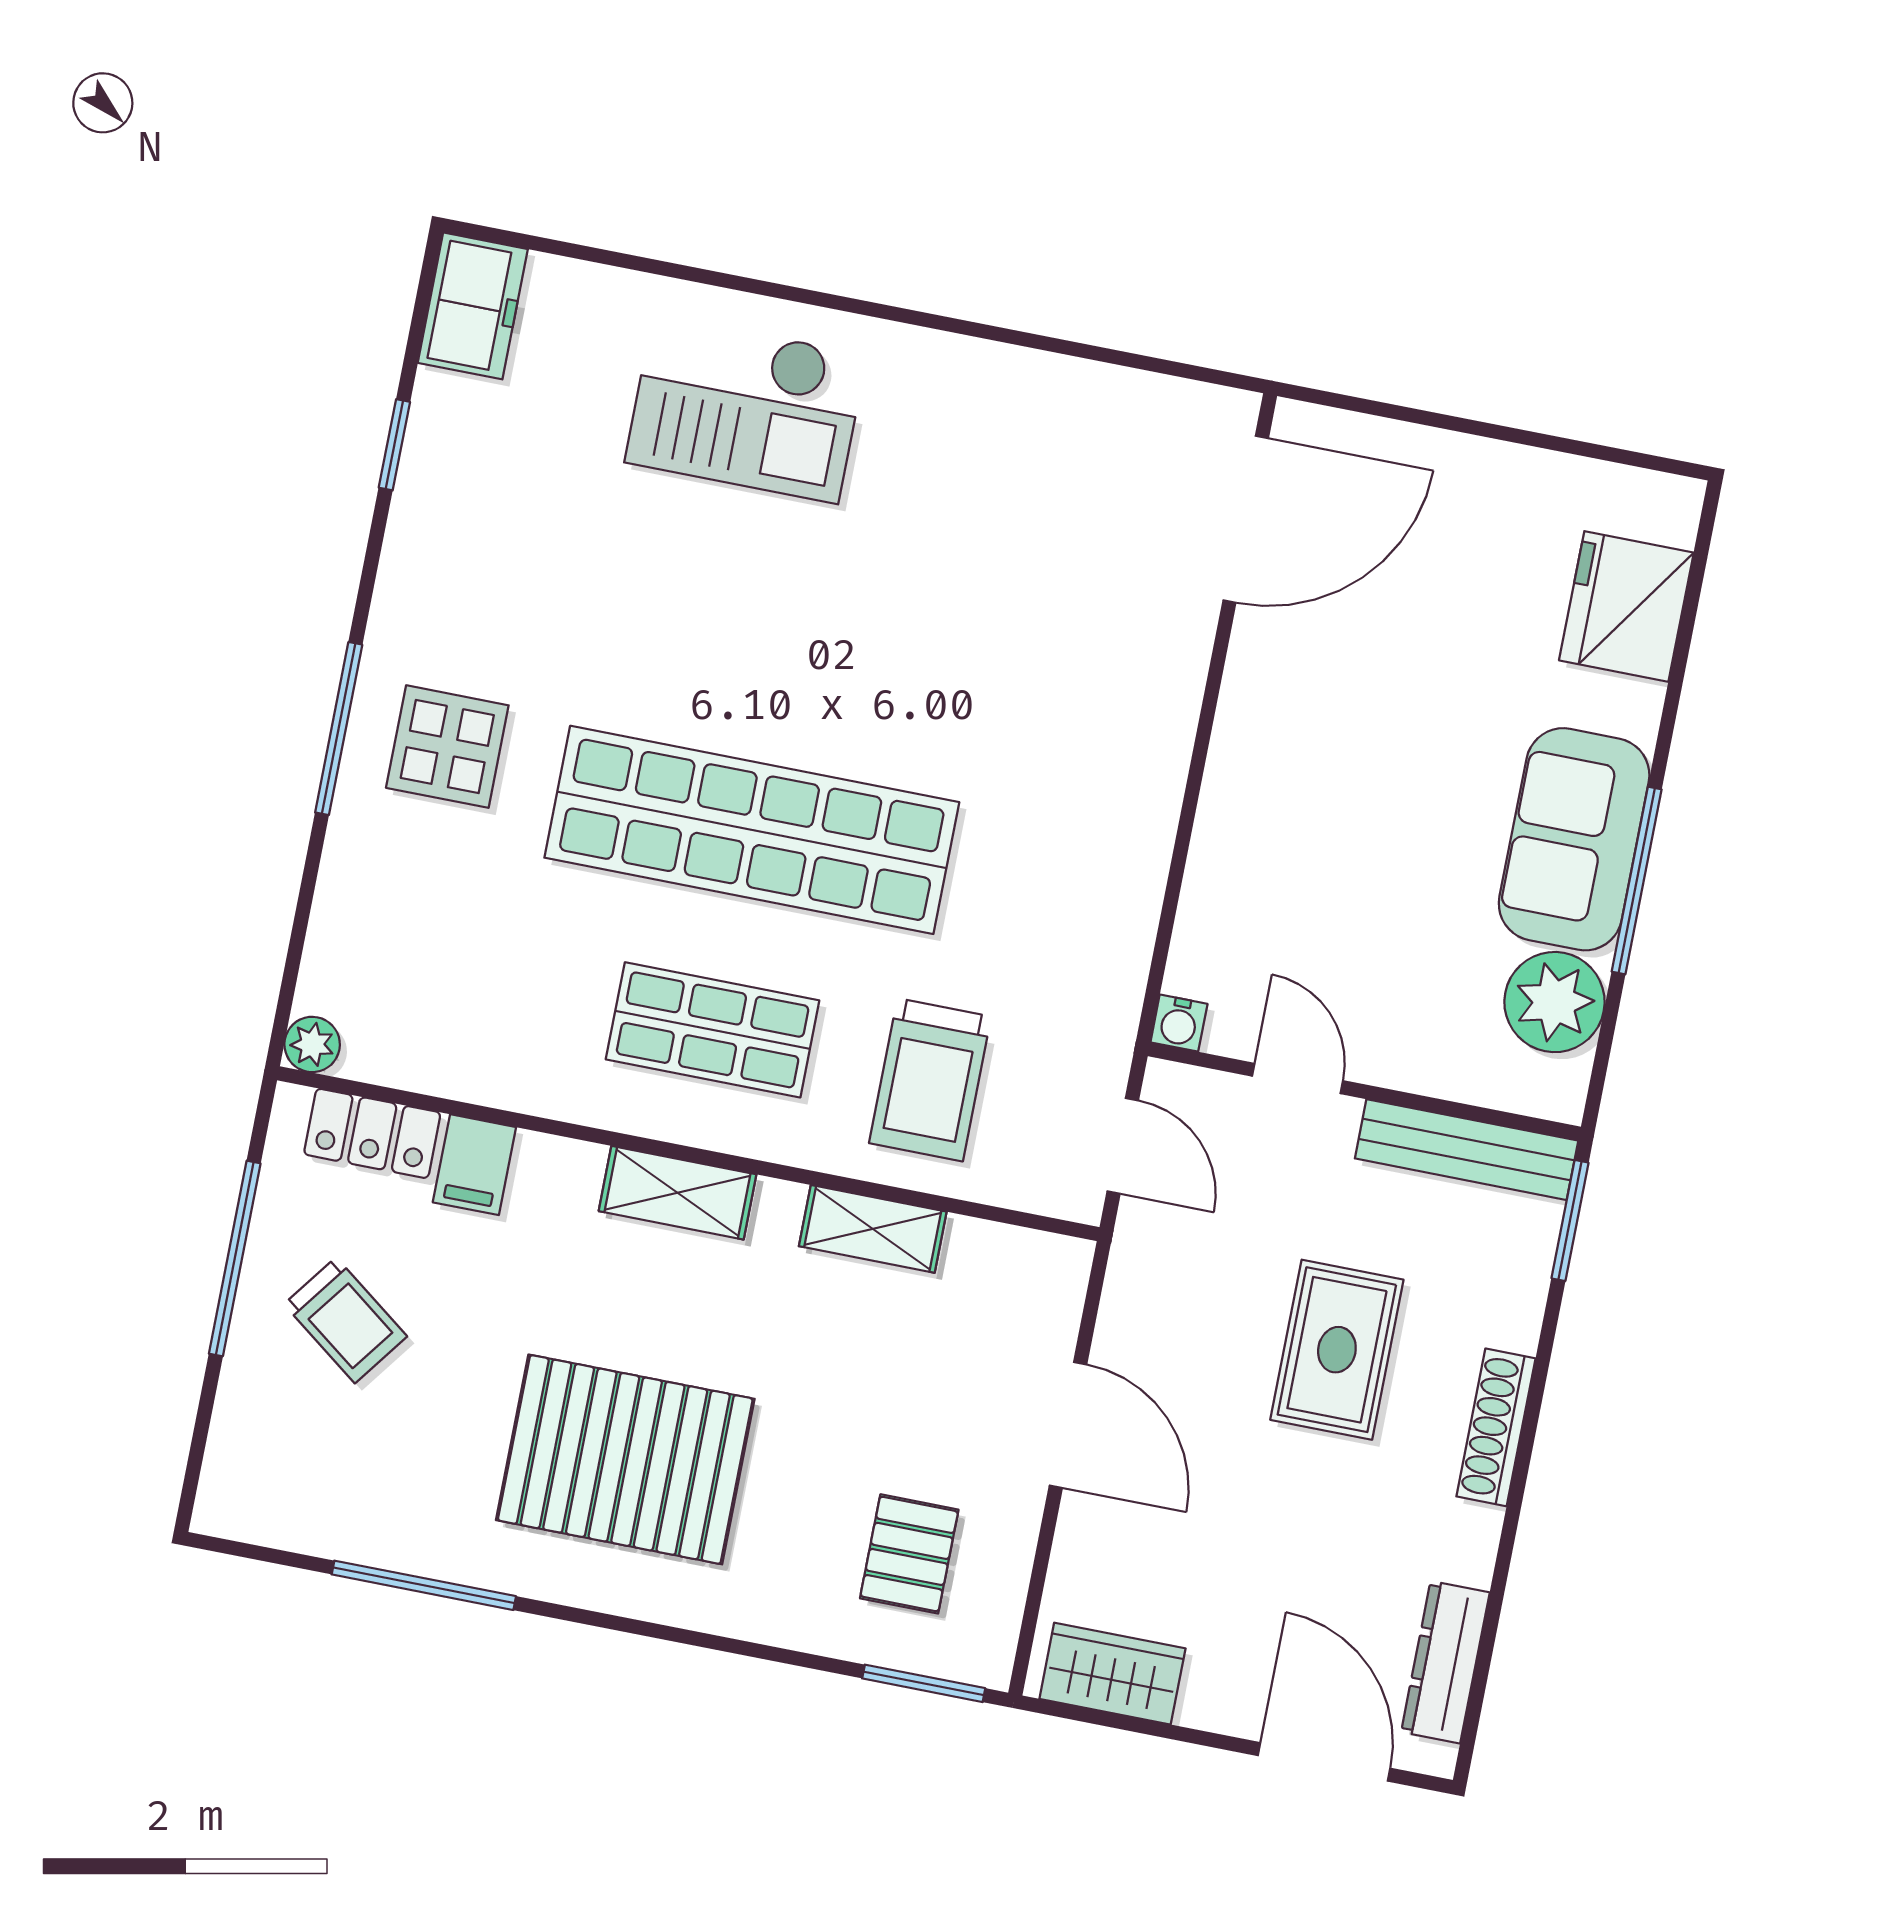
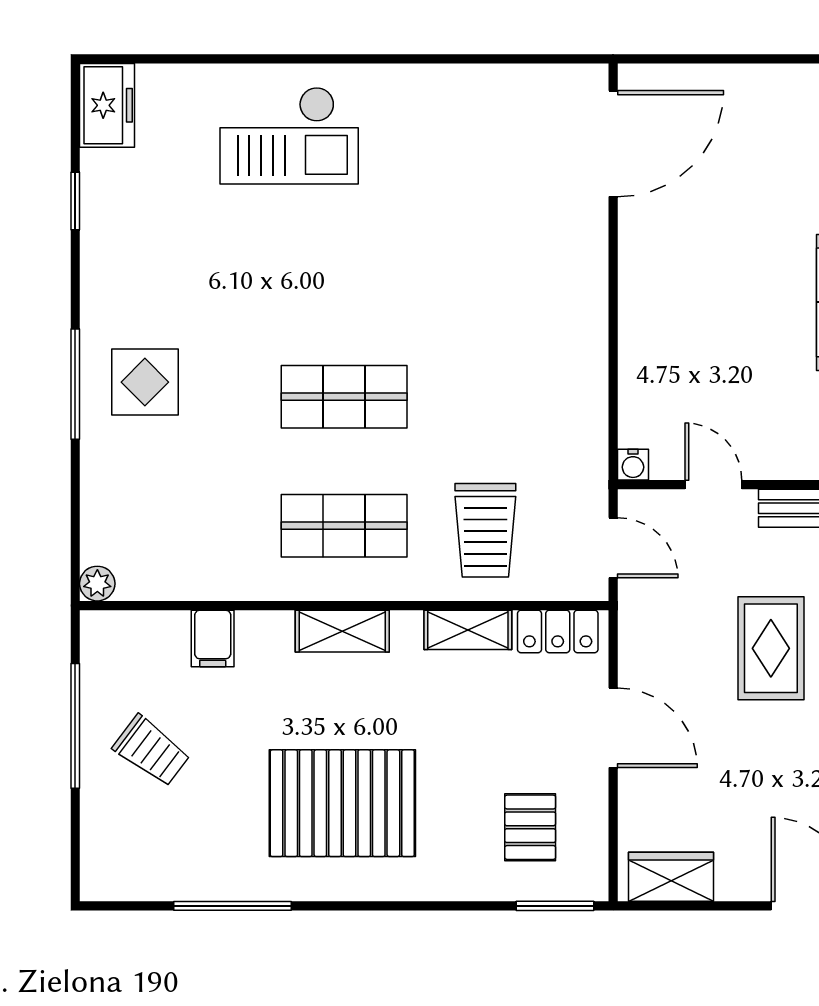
shop shelf: (752, 830) -> (344, 397), width x0.50, depth x0.74
locker: (372, 1133) -> (558, 631), moved

